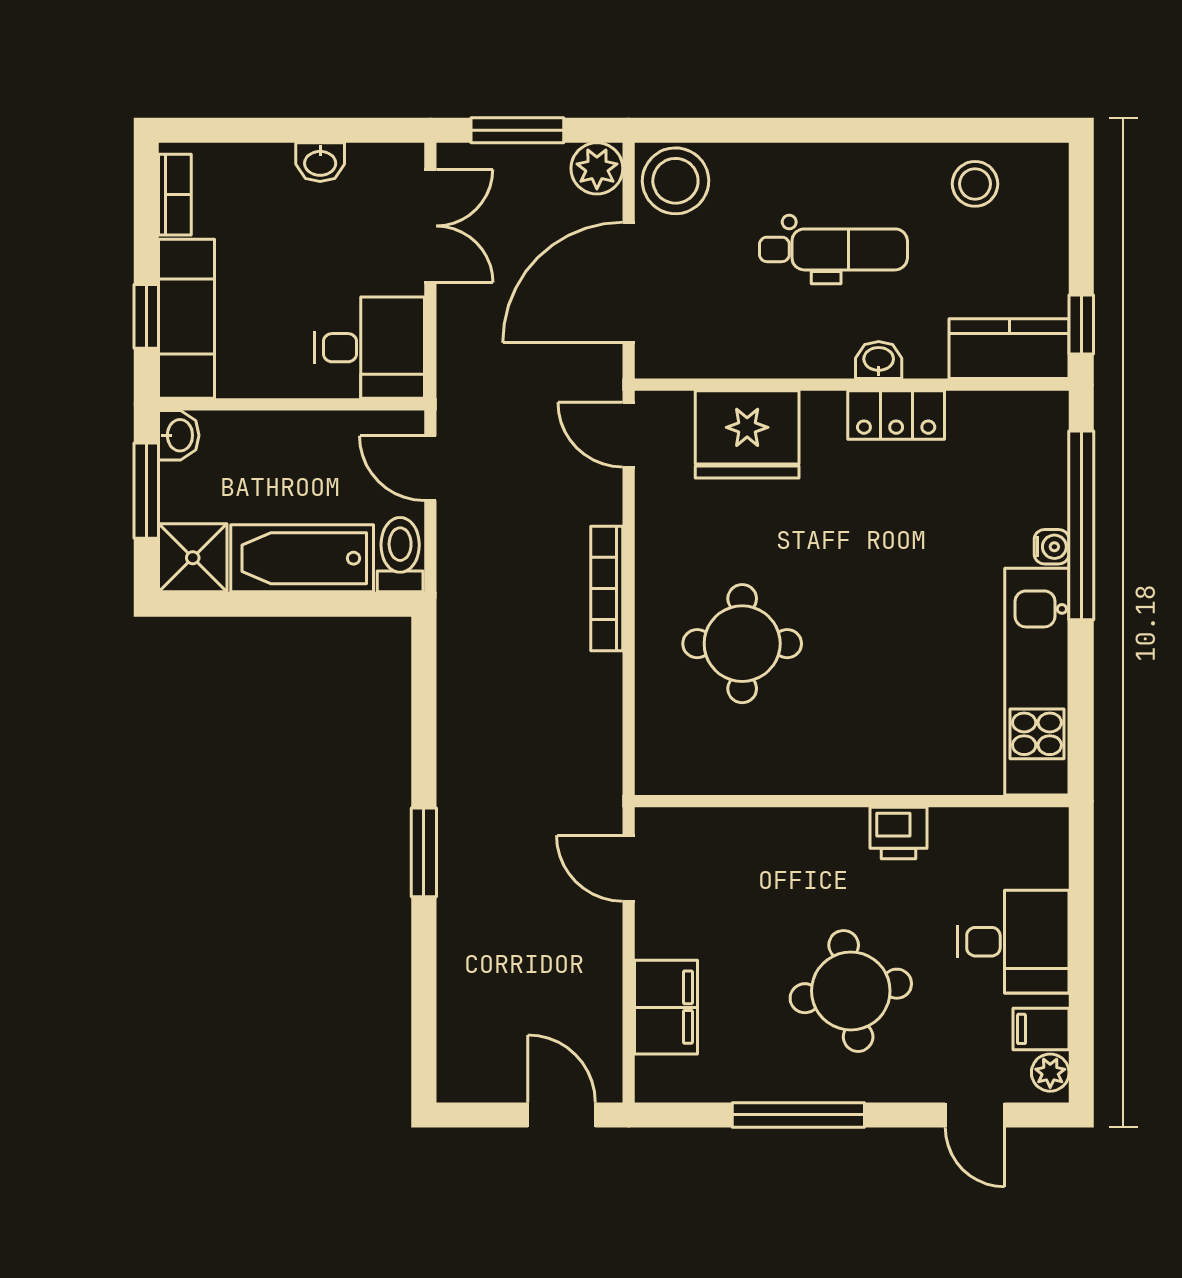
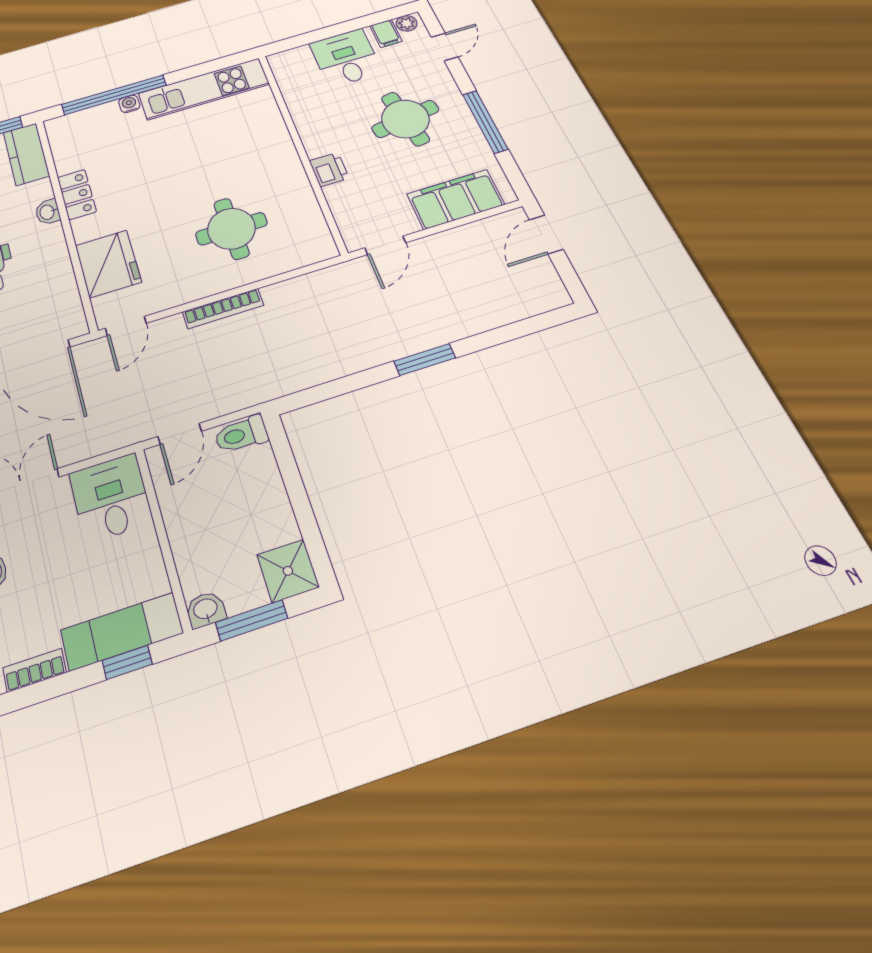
bathtub: (302, 558) -> (264, 496), removed
printer: (899, 833) -> (329, 169), moved
filing cabinet: (666, 1007) -> (456, 199), width x1.50, depth x1.17

